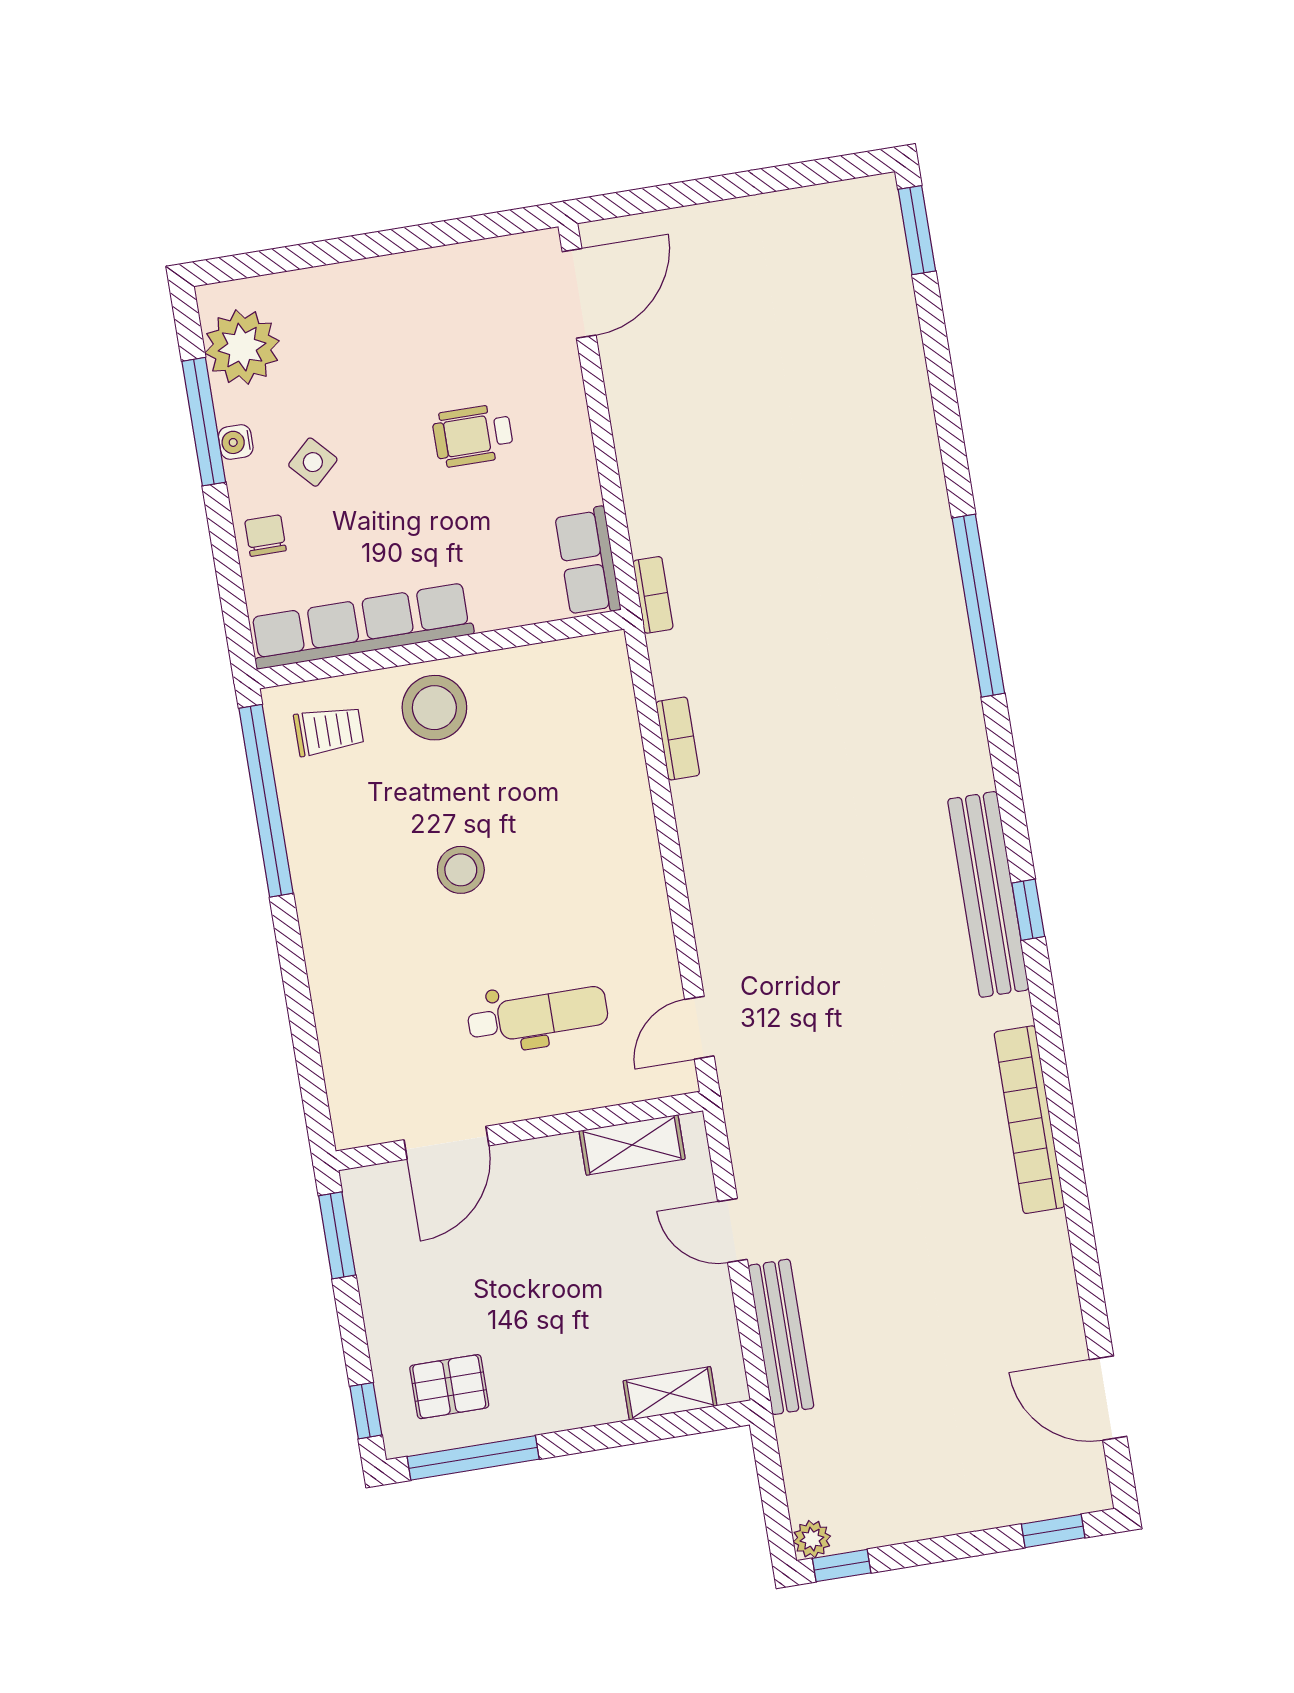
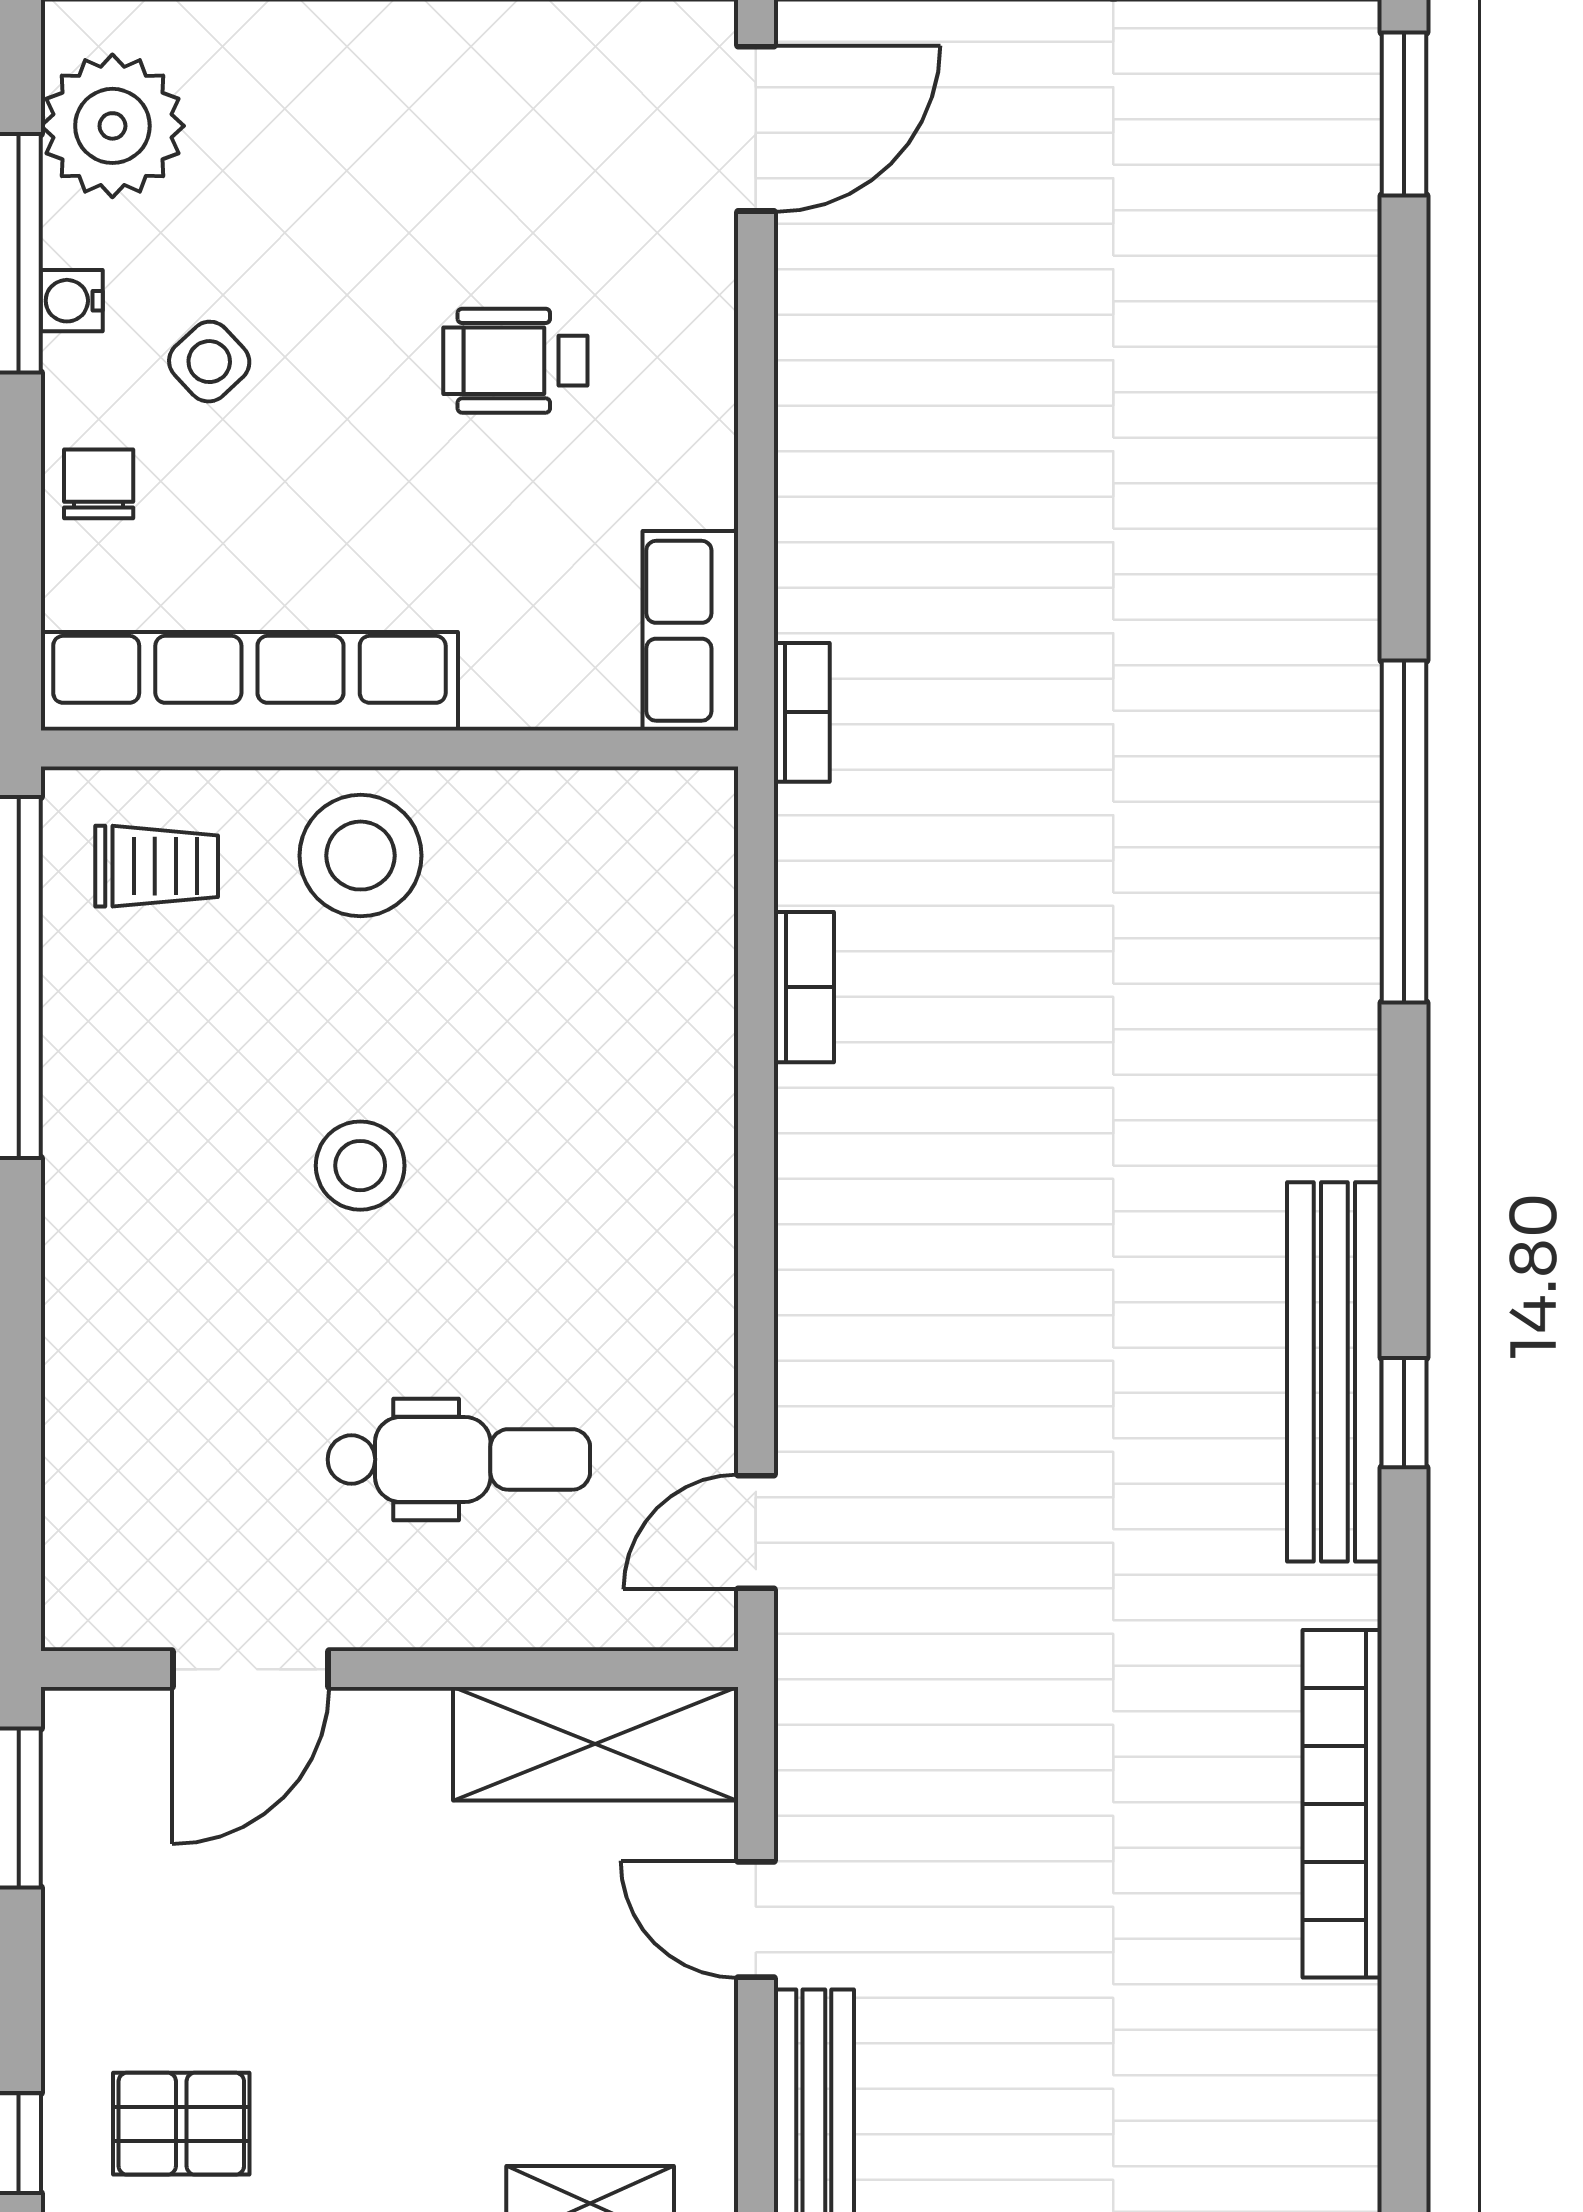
shelving: (632, 1145) -> (595, 1744), width x1.50, depth x1.33

